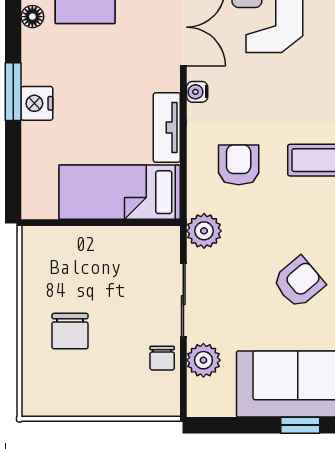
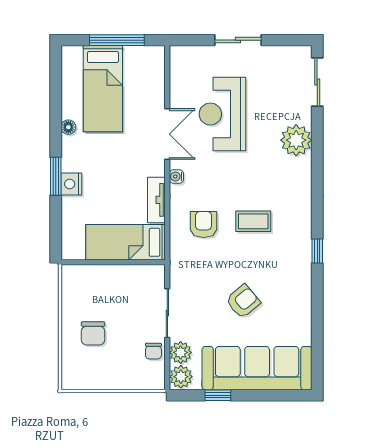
plant: (204, 231) -> (181, 377), moved
window: (300, 425) -> (218, 395), moved

